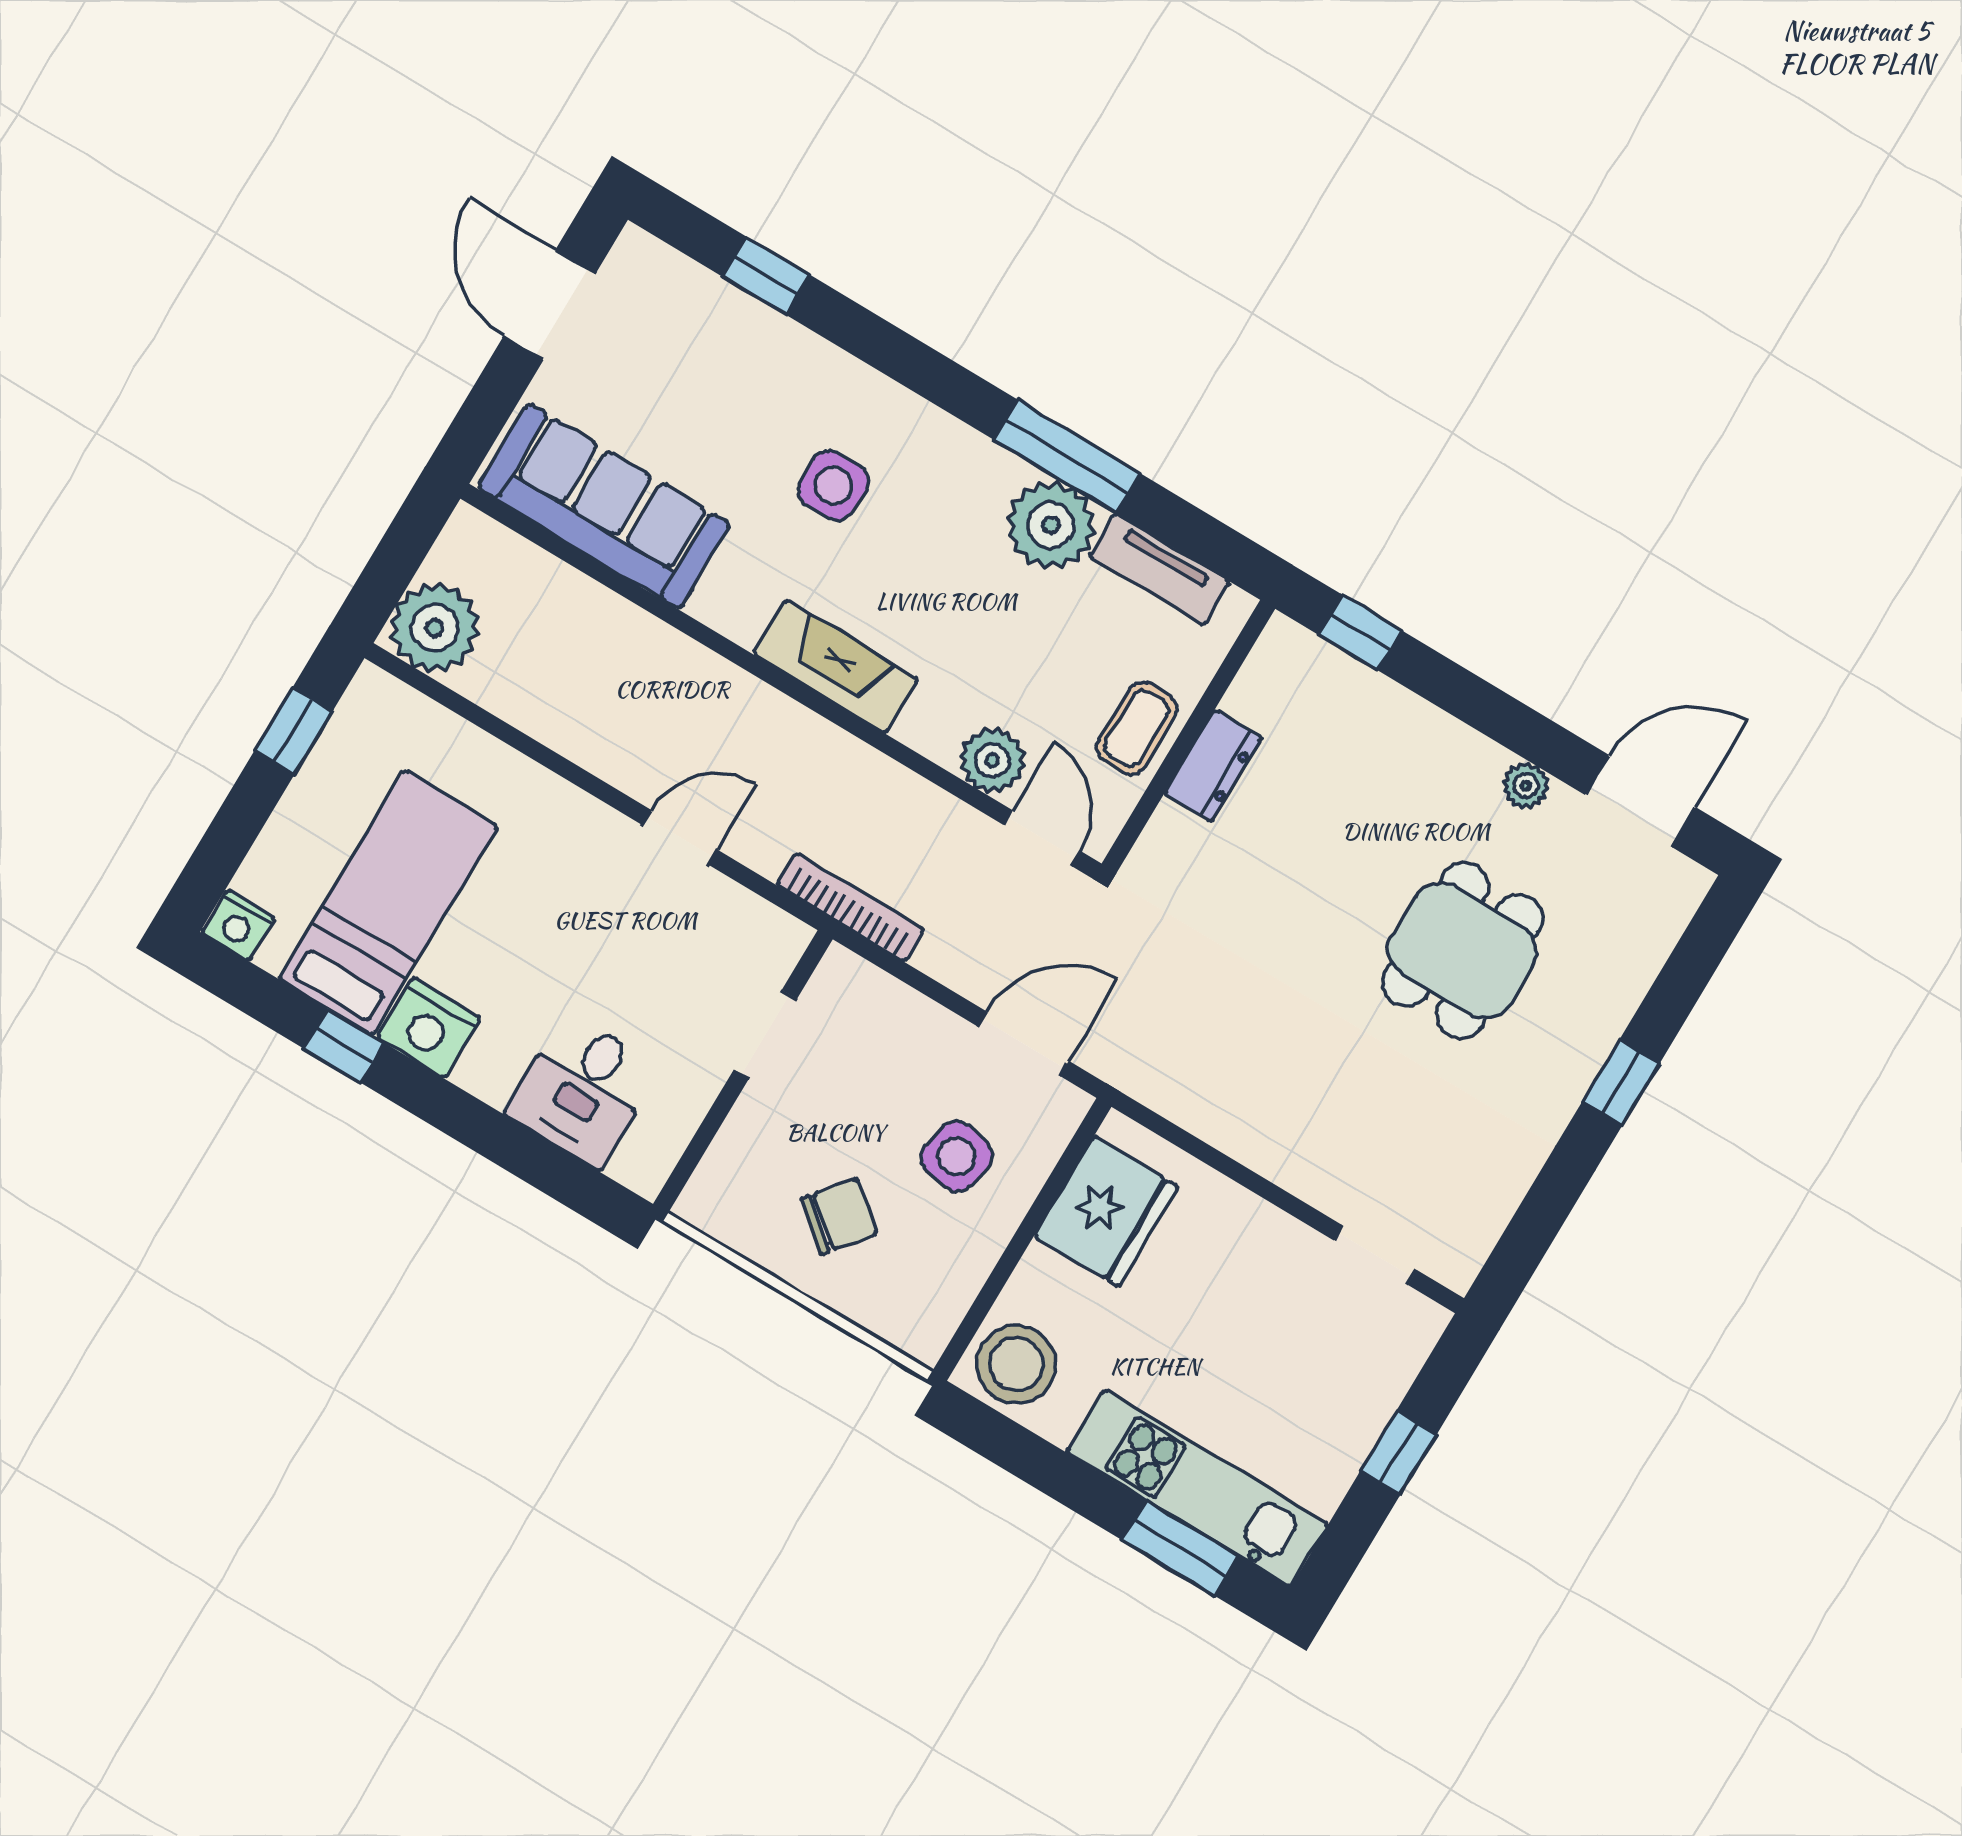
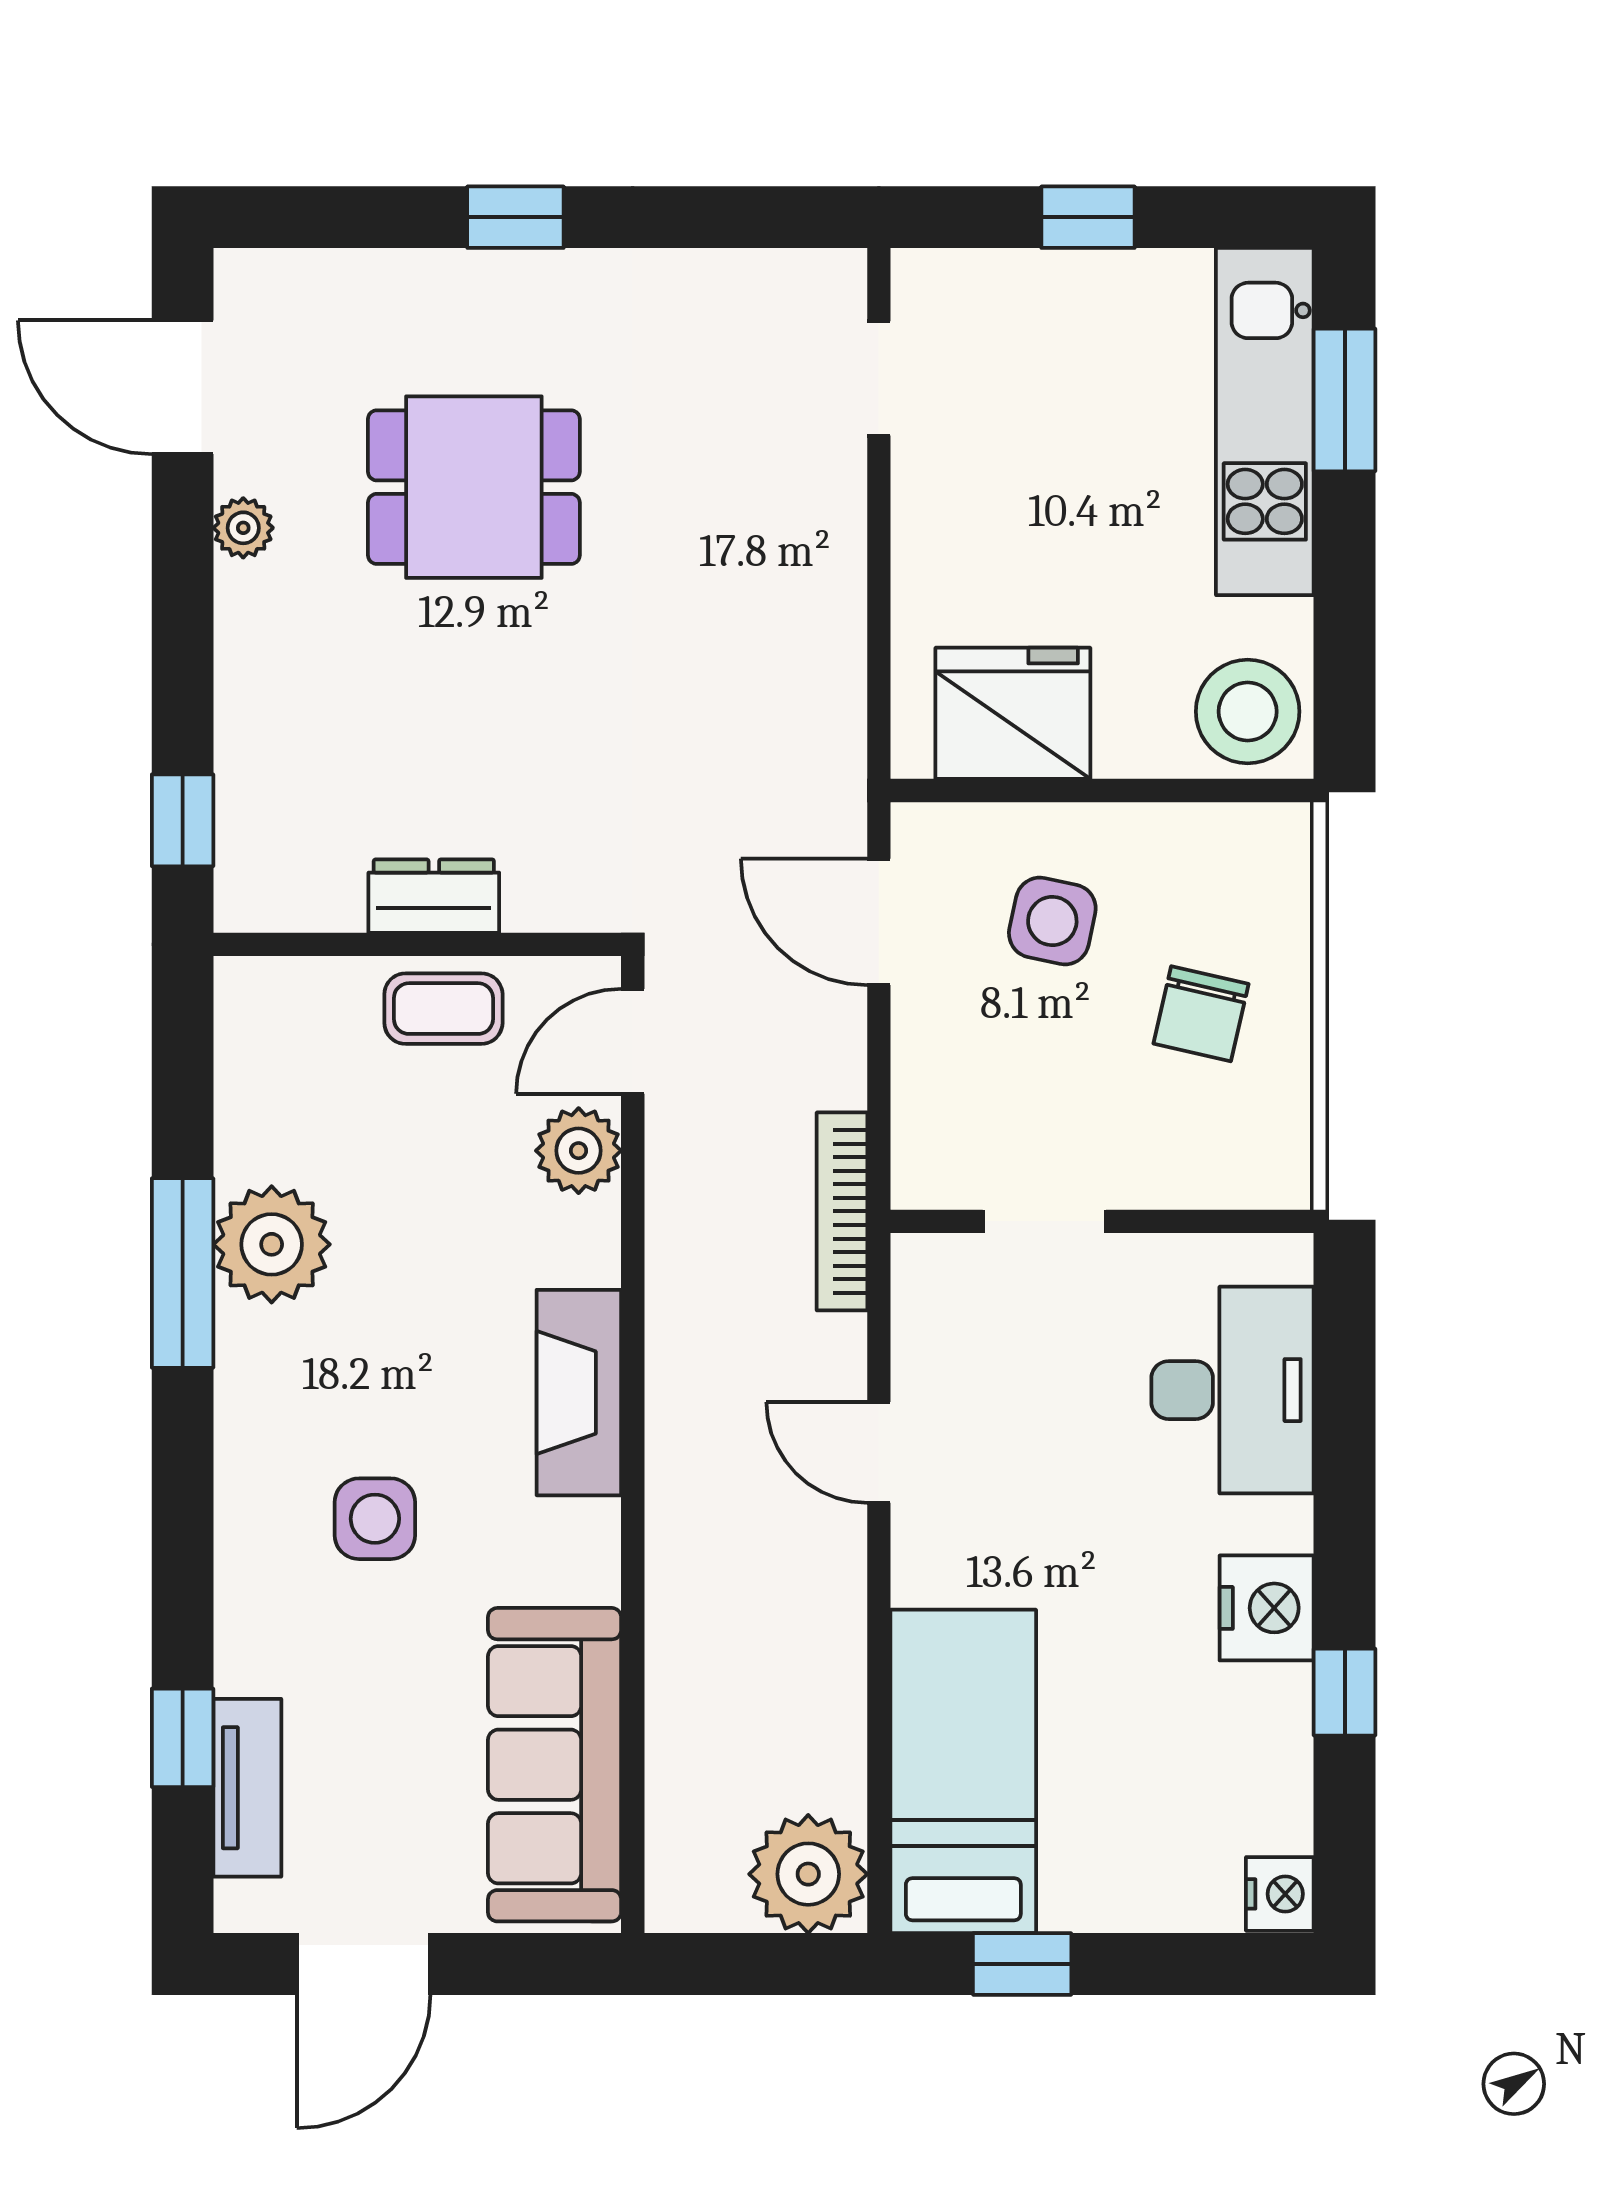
tv unit: (1160, 569) -> (247, 1788), moved
bed: (388, 903) -> (963, 1771), moved, turned 90
desk: (583, 1090) -> (1232, 1390), width x1.37
chair: (839, 1216) -> (1201, 1014), turned -116

